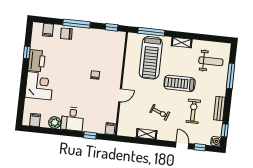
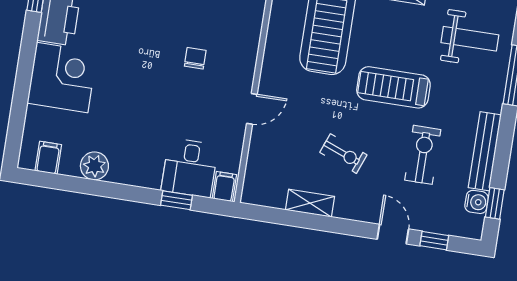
bench: (219, 109) -> (485, 151), width x1.36
desk: (73, 119) -> (190, 168), moved
water cooler: (216, 141) -> (476, 202), moved

